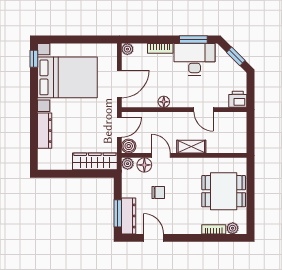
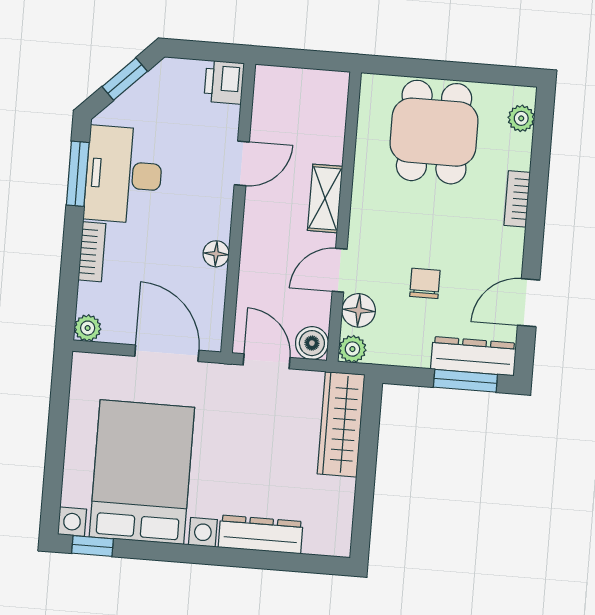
bookcase: (214, 229) -> (517, 199), moved

